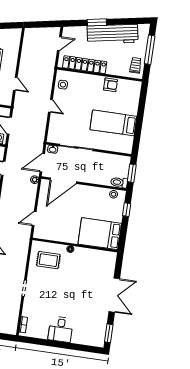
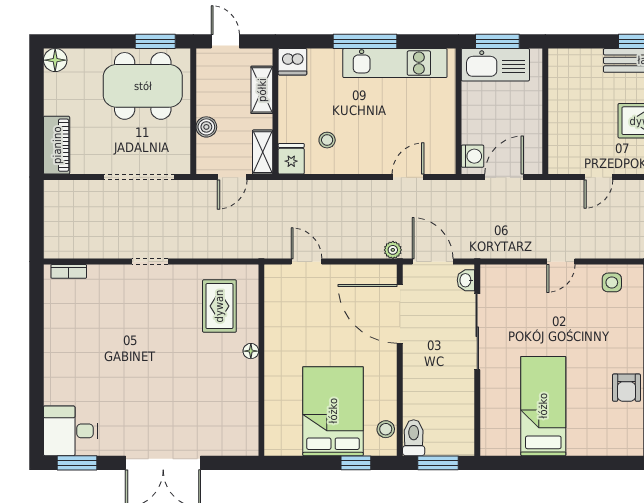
bed: (100, 234) -> (333, 411), moved
desk: (61, 329) -> (70, 431), moved

